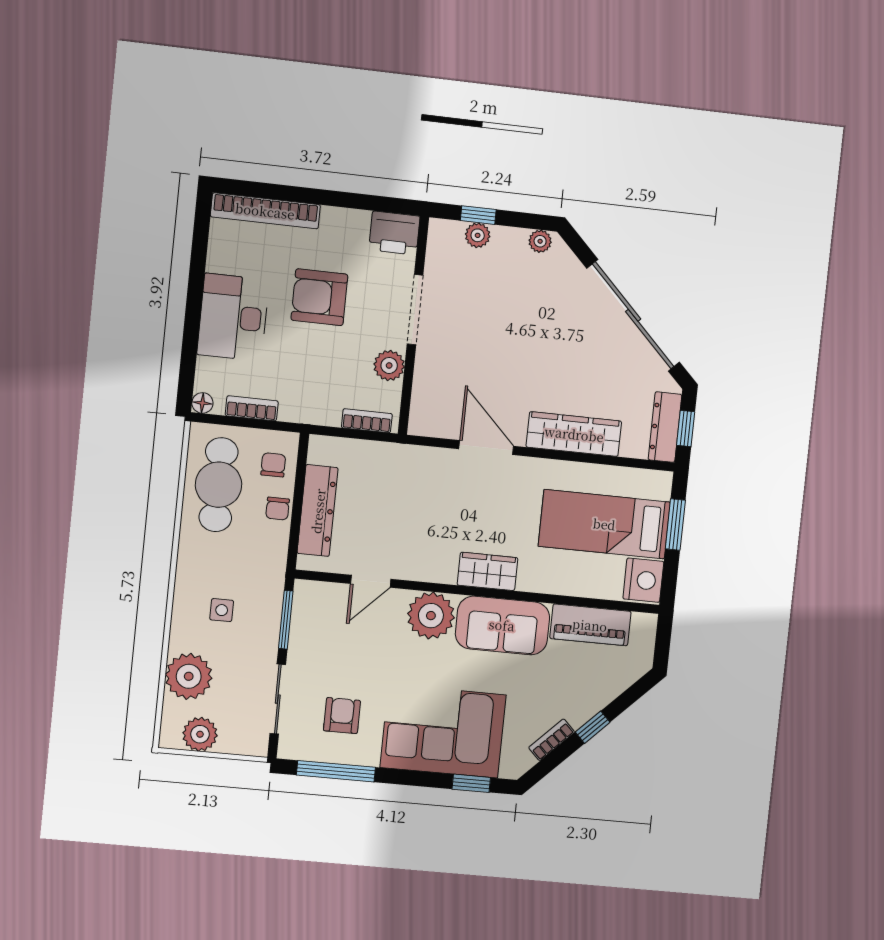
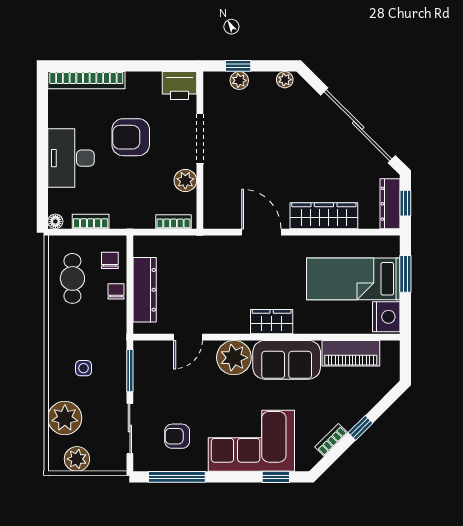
cafe table: (219, 485) -> (72, 278), width x0.73, depth x0.74
chair: (278, 509) -> (116, 291), turned 180
armchair: (342, 716) -> (177, 436), turned -90

